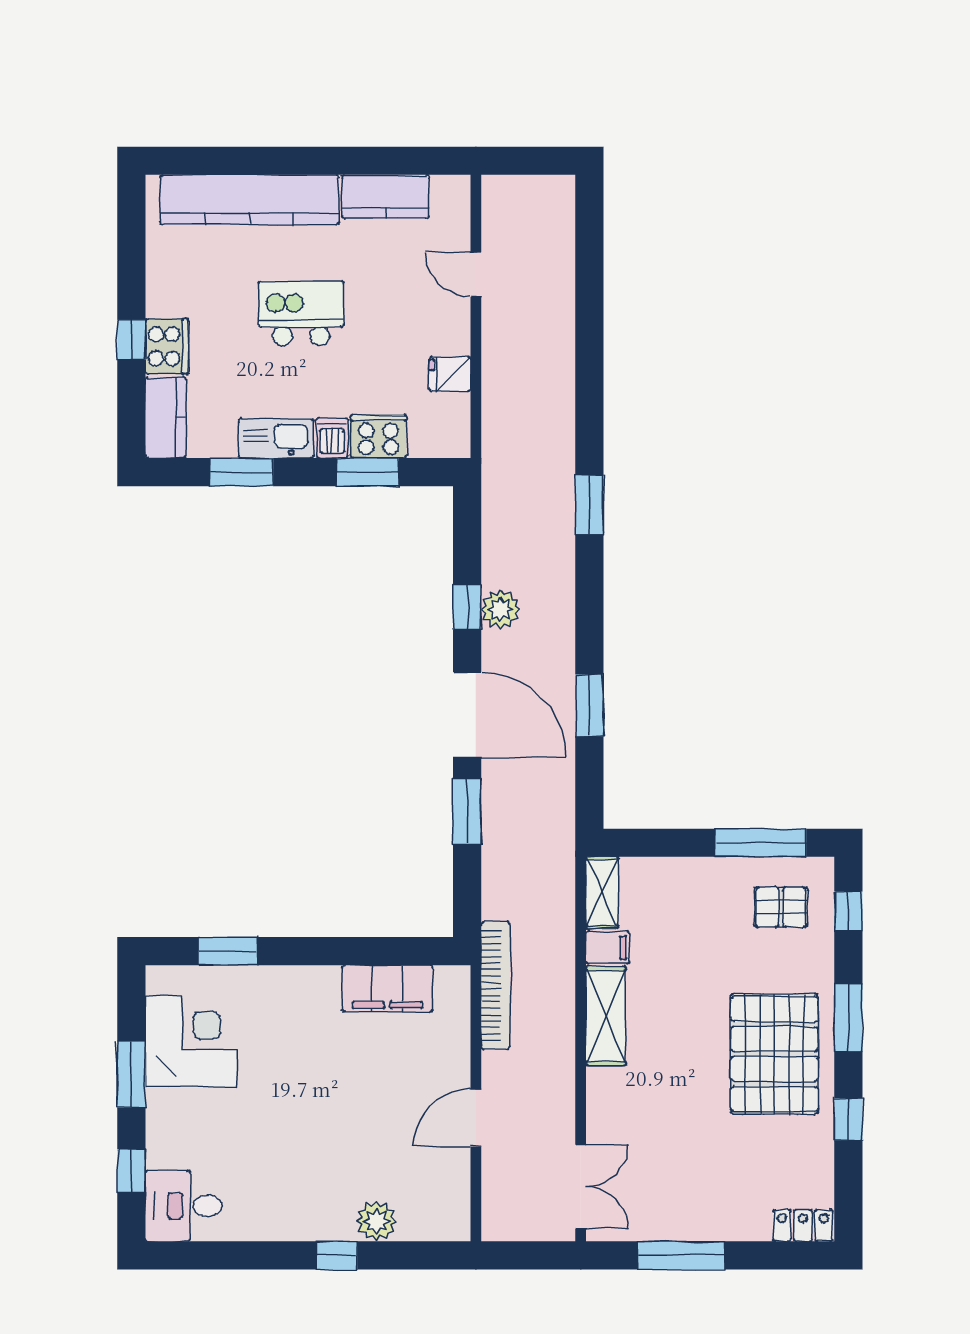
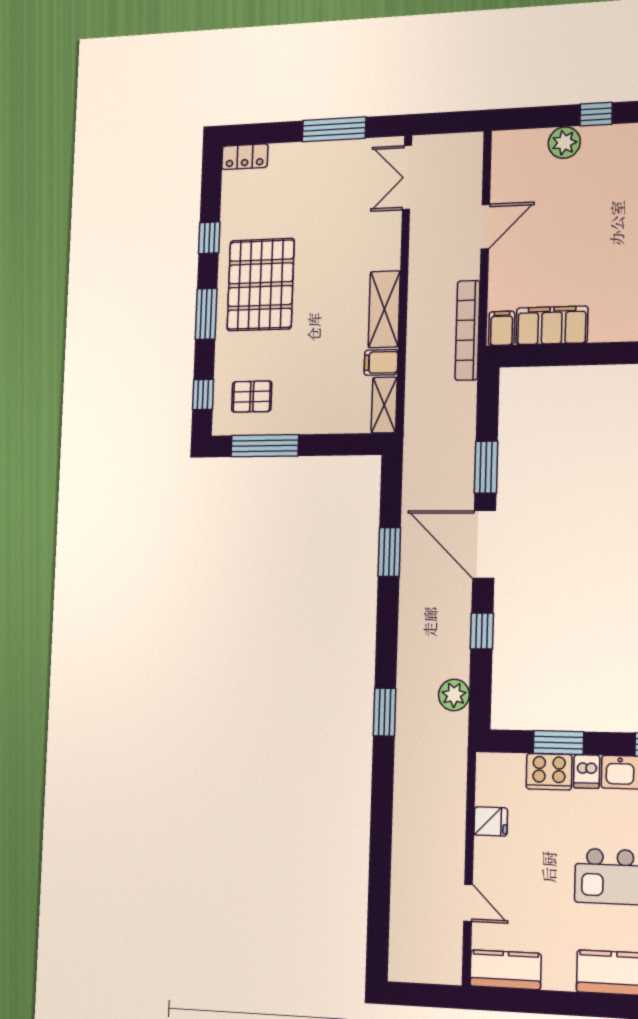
kitchen counter: (385, 197) -> (505, 970), moved
plant: (501, 609) -> (454, 695), moved
filing cabinet: (452, 987) -> (502, 328), added

